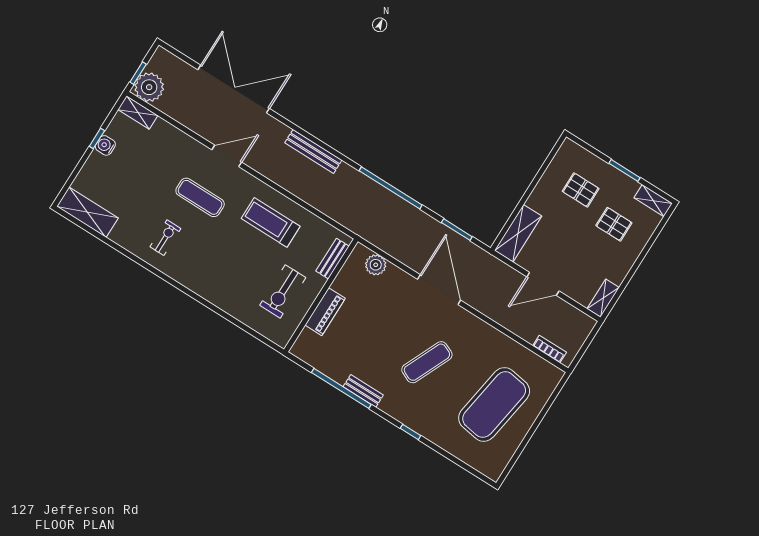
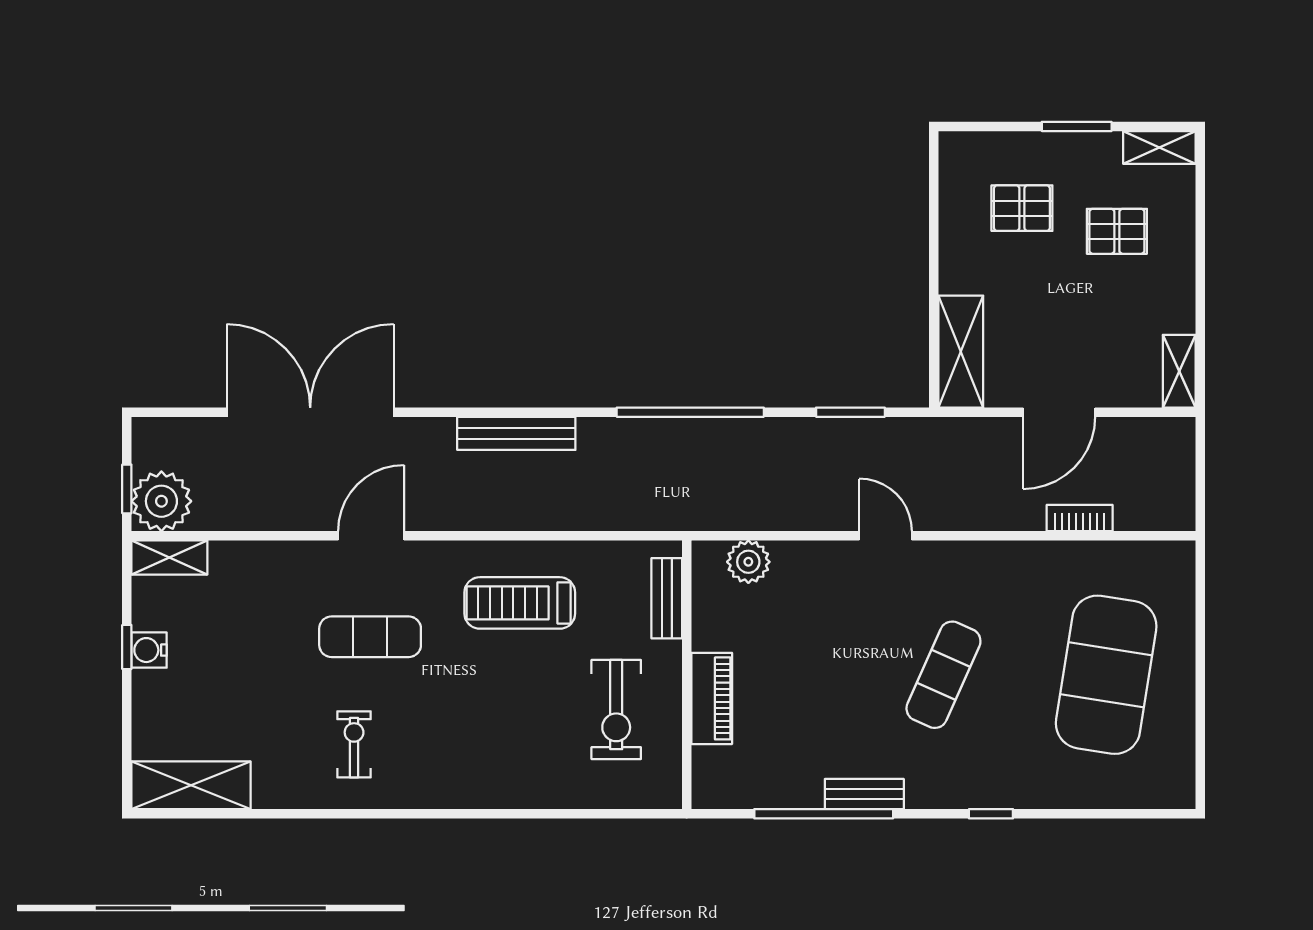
door: (439, 290) -> (886, 536), width x0.53
bookcase: (550, 349) -> (1080, 518), moved

